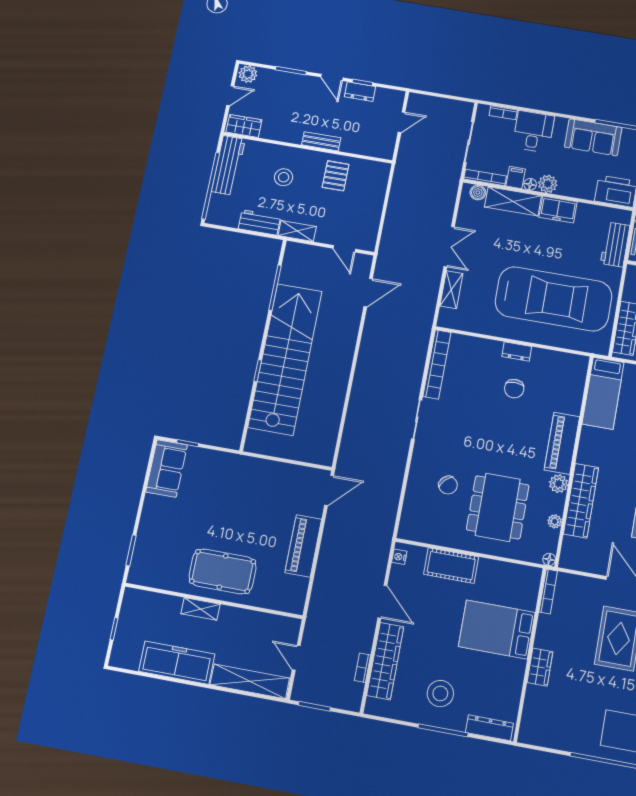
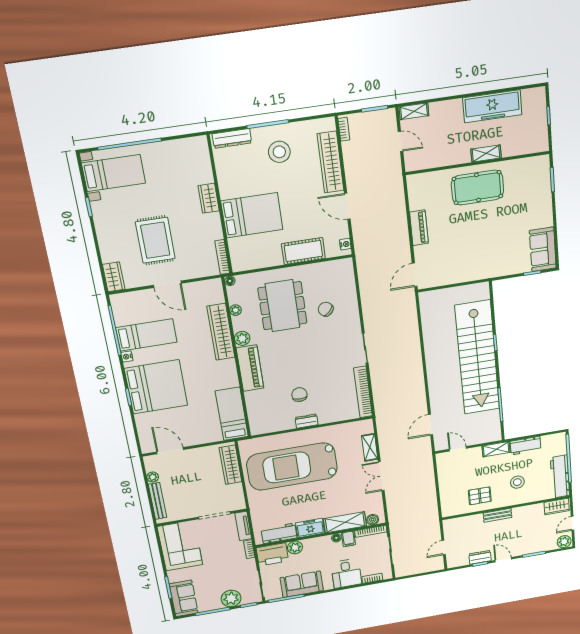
pallet: (336, 176) -> (480, 496), turned 90
plant: (548, 184) -> (295, 547), moved
workbench: (615, 244) -> (279, 533), moved, turned -90
piano: (303, 546) -> (419, 228), width x0.73, depth x0.75
bookcase: (362, 668) -> (344, 129), moved
shelving: (250, 681) -> (414, 111), width x0.45, depth x0.75

